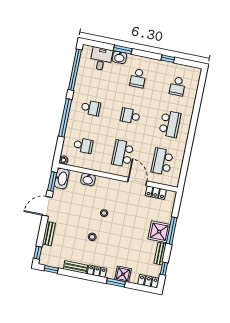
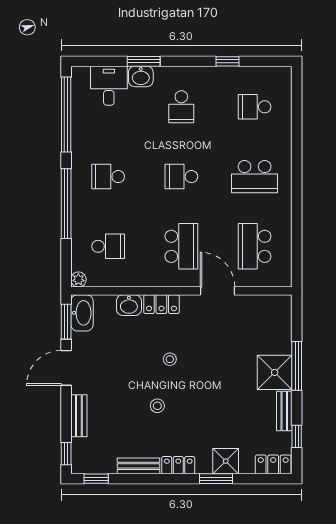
school desk: (177, 86) -> (255, 107), turned 90
school desk: (91, 108) -> (108, 177), turned 180
school desk: (170, 124) -> (255, 177), turned 90
school desk: (123, 153) -> (181, 246), turned 180
locker: (156, 193) -> (161, 304), moved

